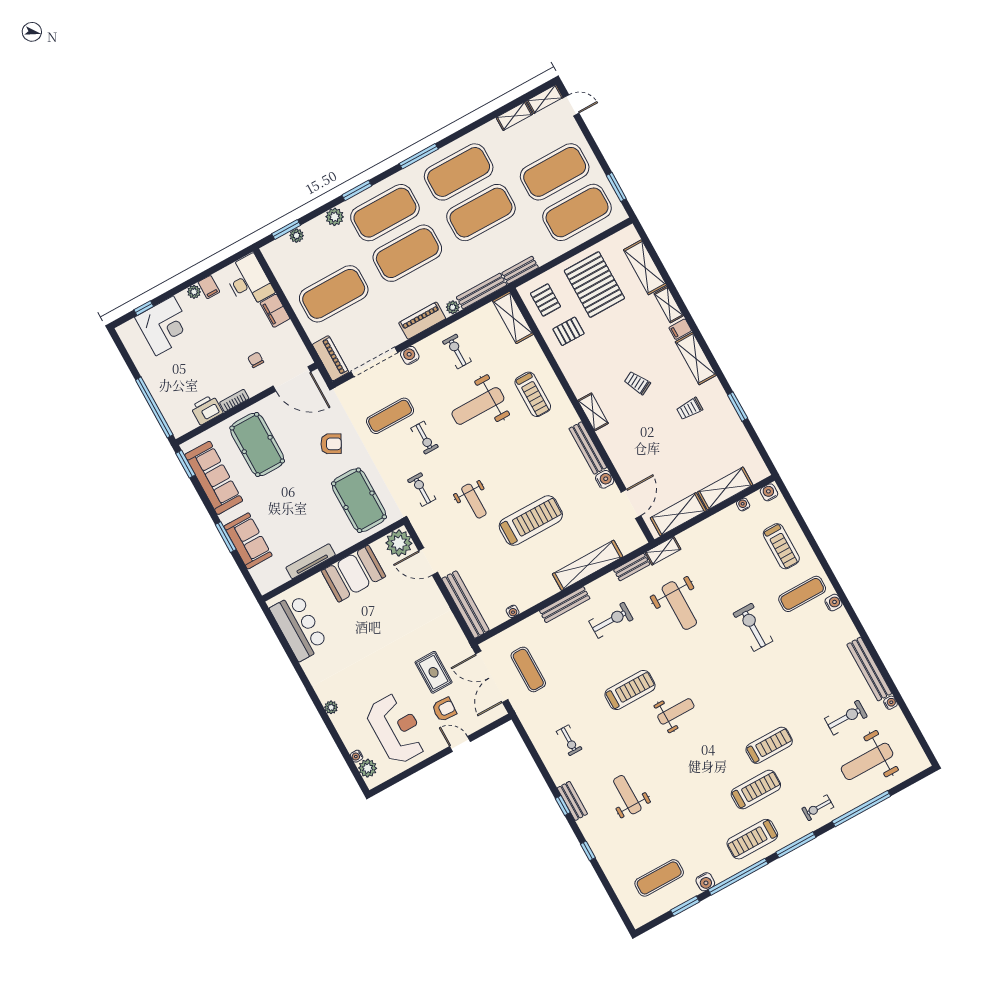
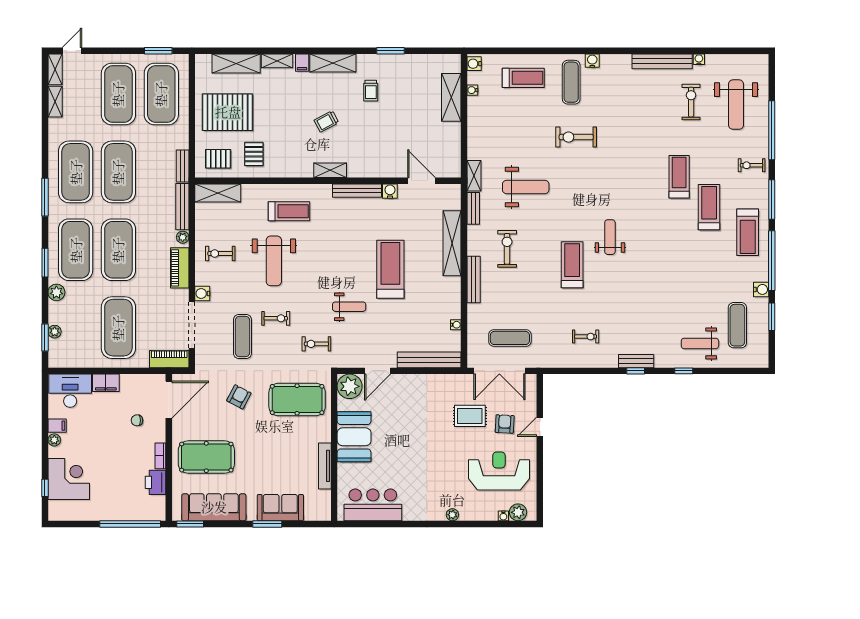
shelving: (678, 514) -> (451, 147), removed
weight bench: (627, 795) -> (700, 343), moved
exercise bike: (818, 808) -> (752, 165), turned 90

